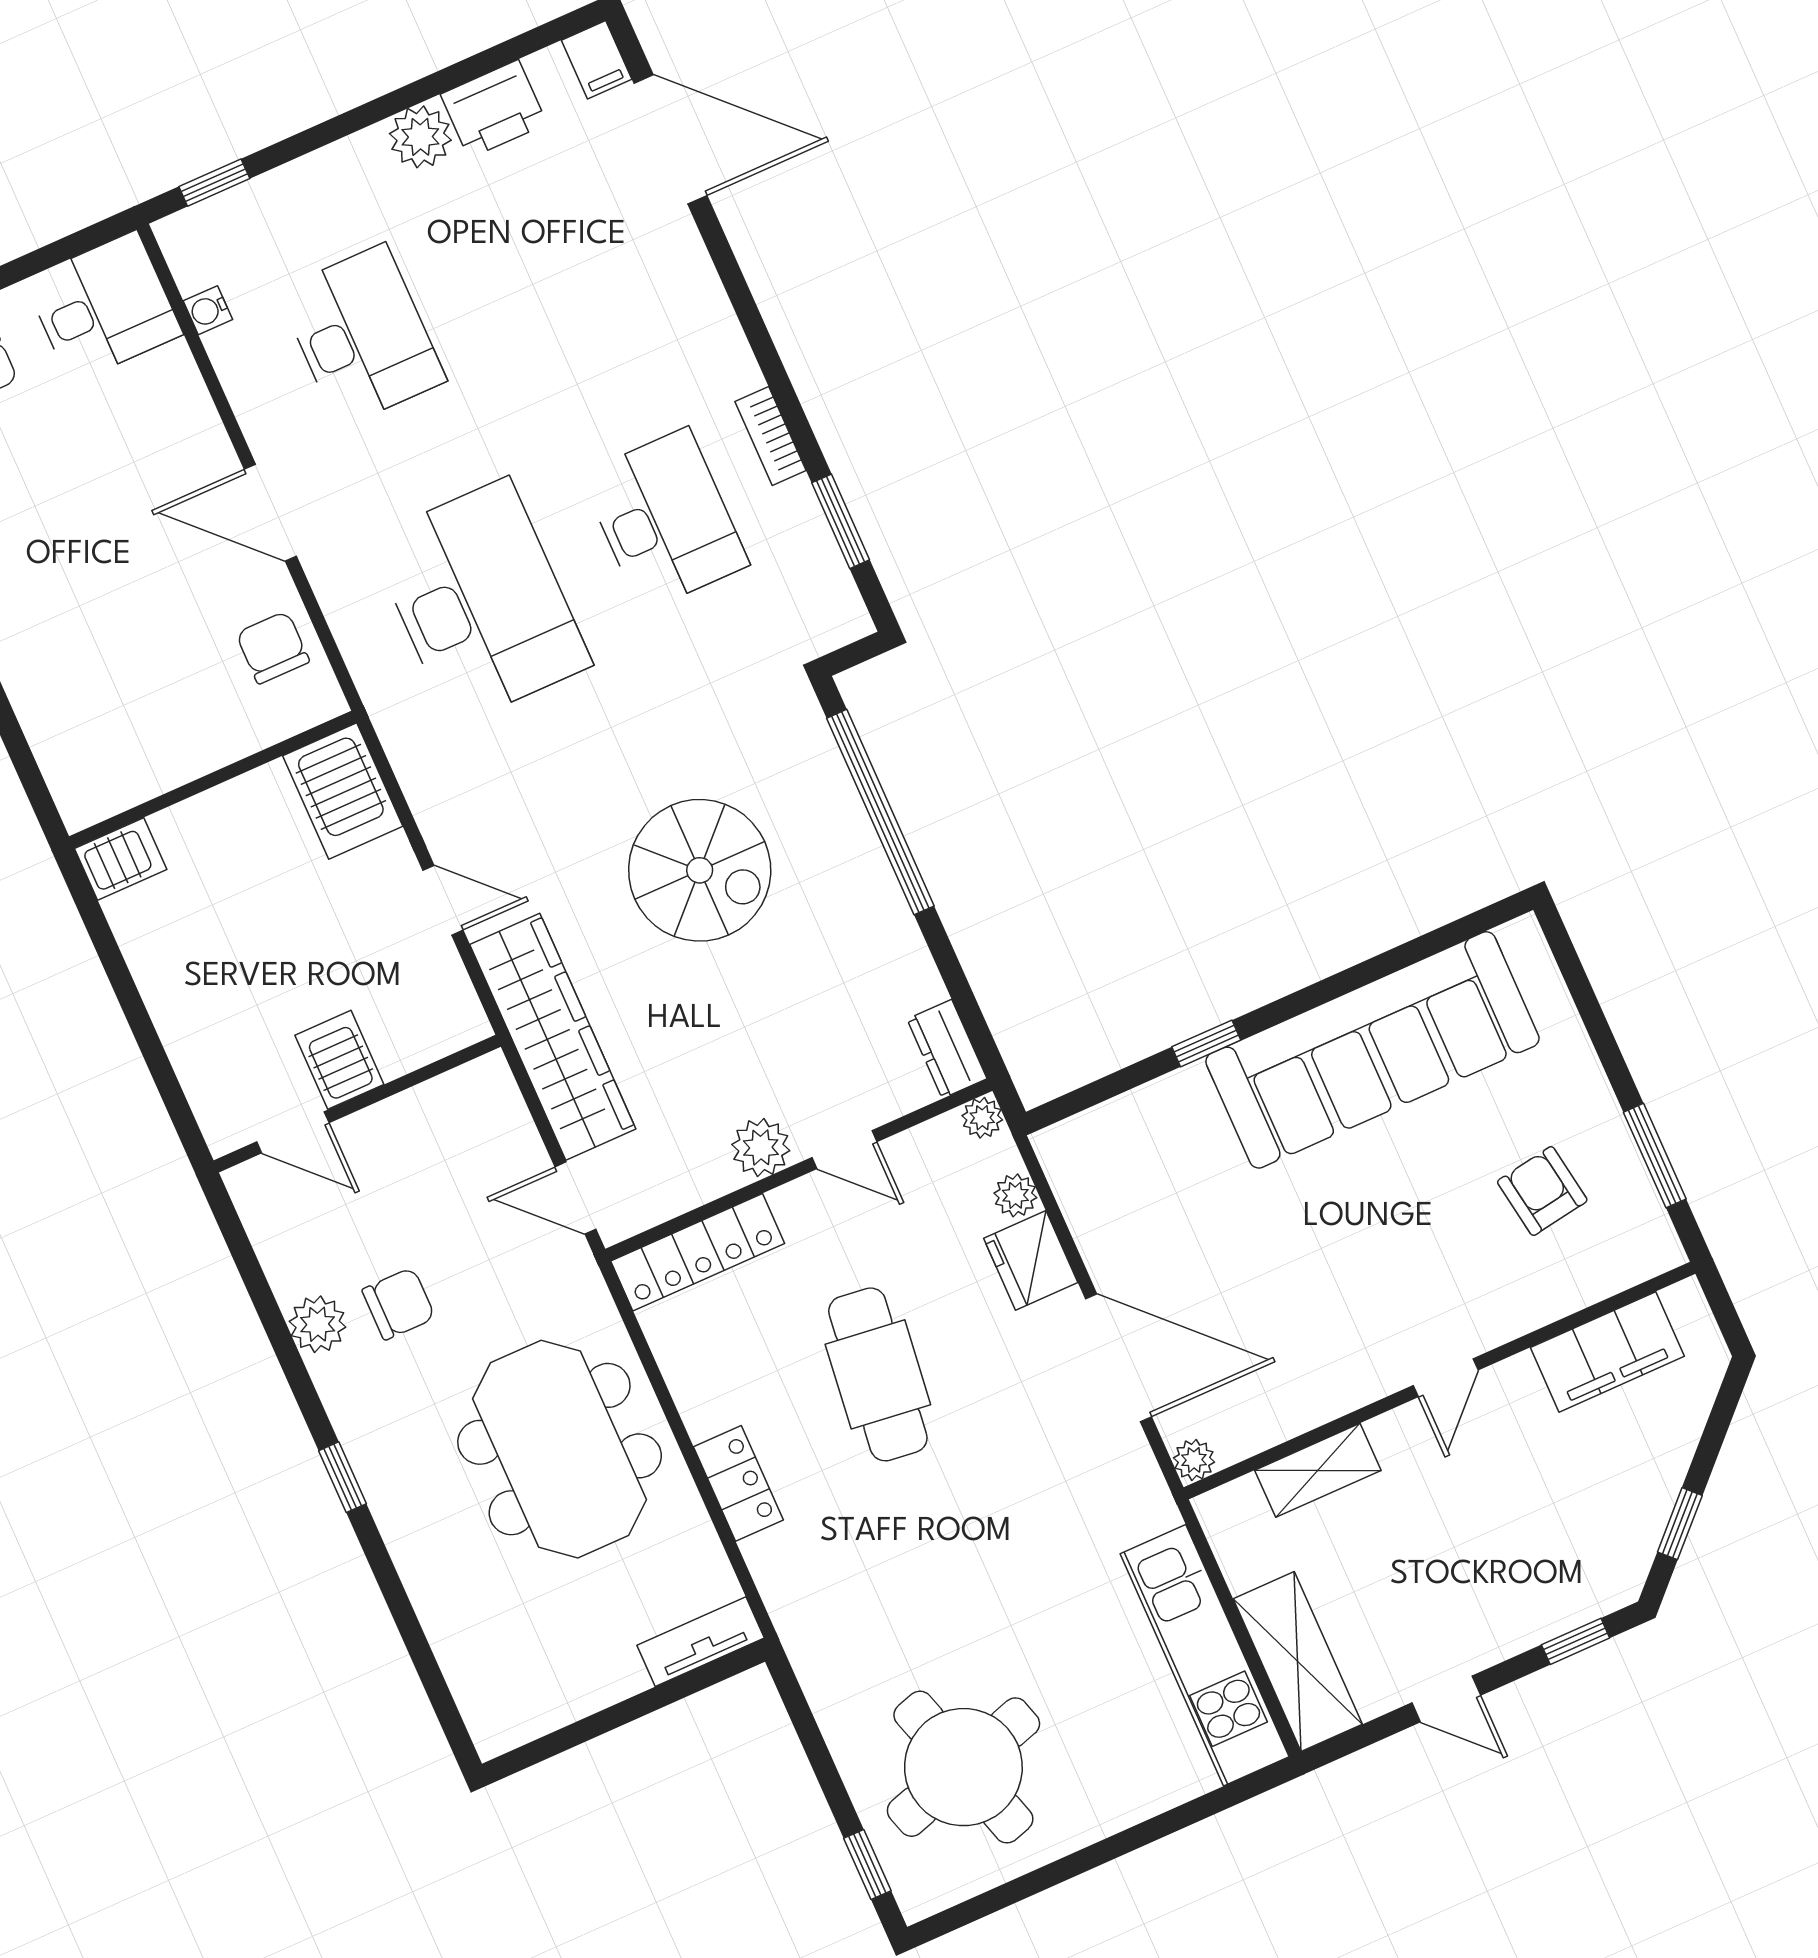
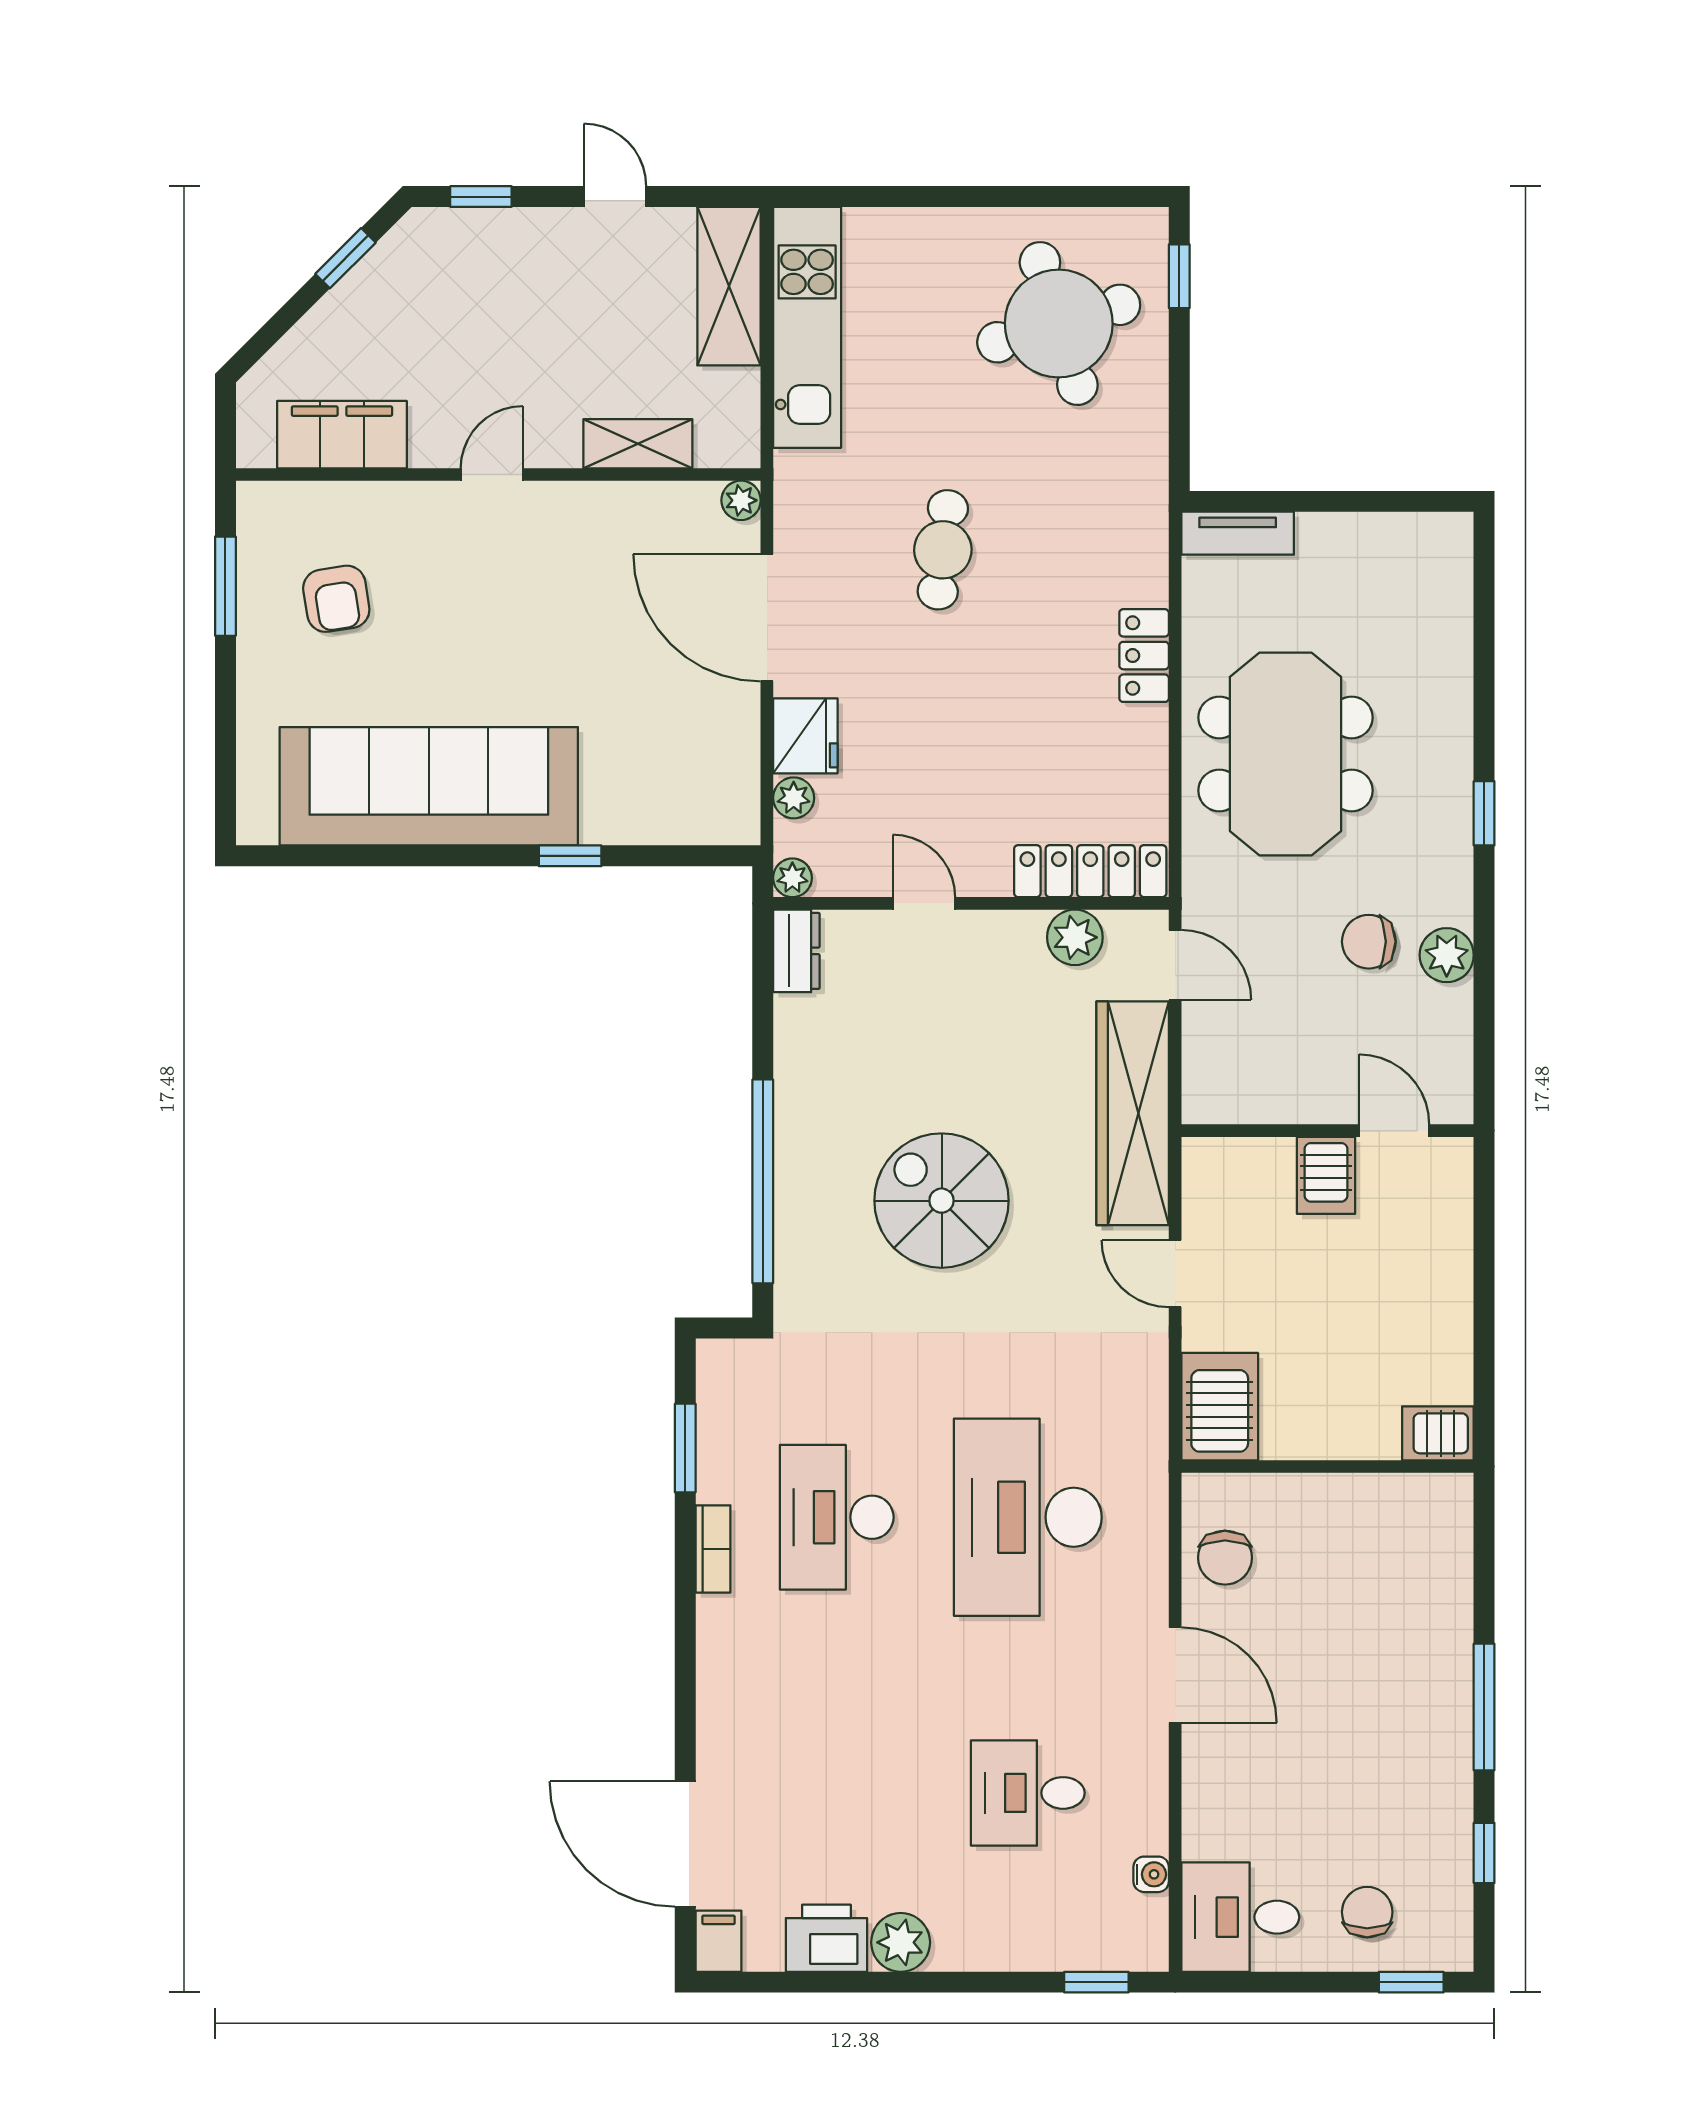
desk: (362, 336) -> (1028, 1793), width x0.73
plant: (761, 1148) -> (1075, 937), moved
cafe table: (878, 1374) -> (943, 550), moved, width x0.73, depth x0.74

